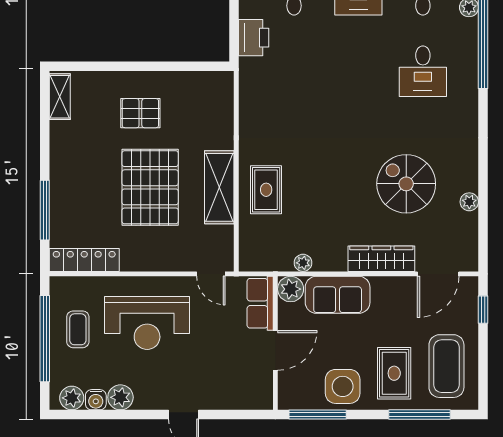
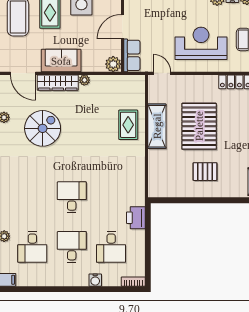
desk: (423, 71) -> (72, 197), moved
spiral stairs: (406, 184) -> (43, 128), turned -90
plant: (303, 263) -> (84, 80), moved
door: (438, 274) -> (23, 73), swing flipped
sofa: (338, 295) -> (61, 61), moved

